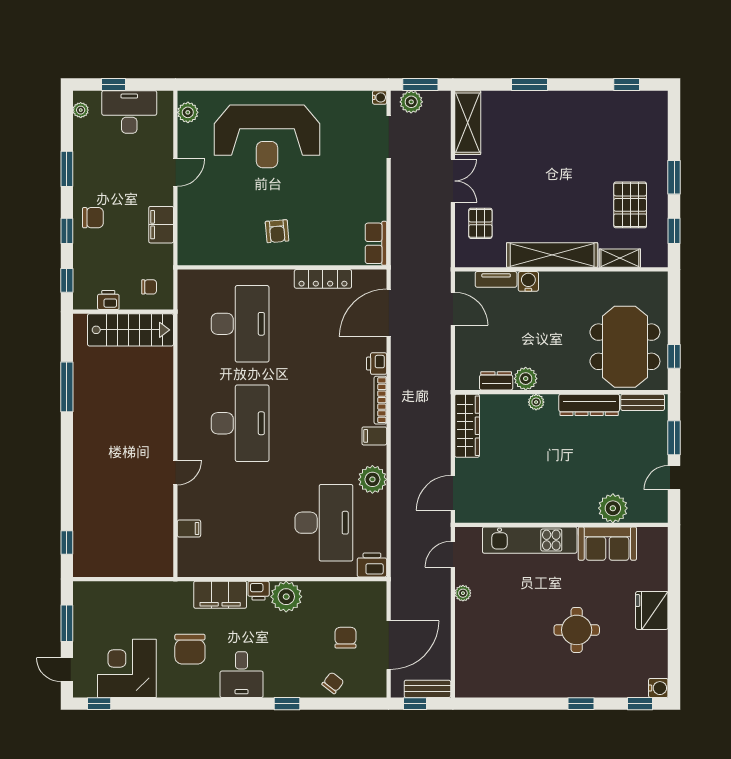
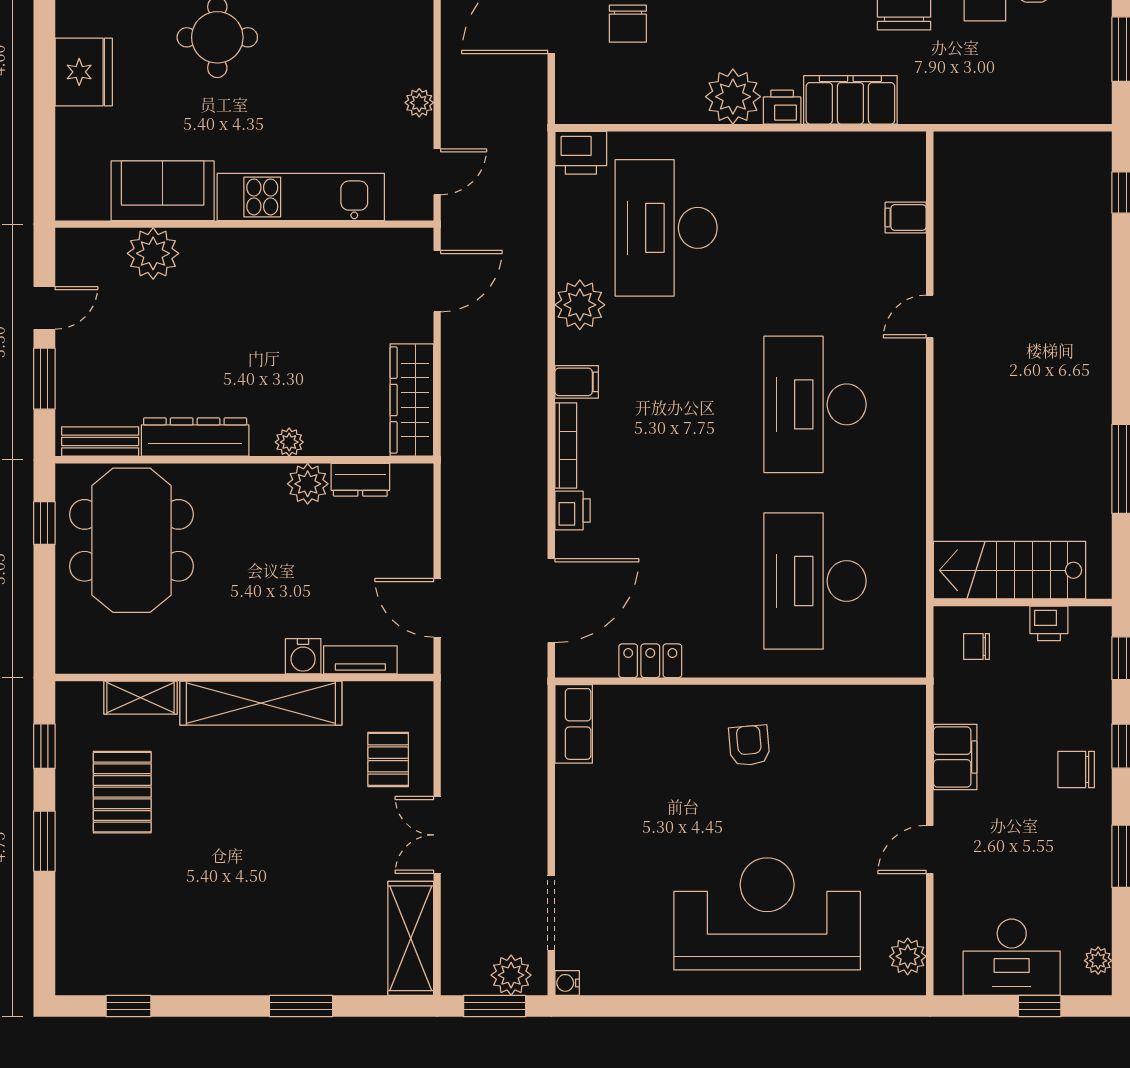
locker: (323, 279) -> (650, 661), width x0.66

